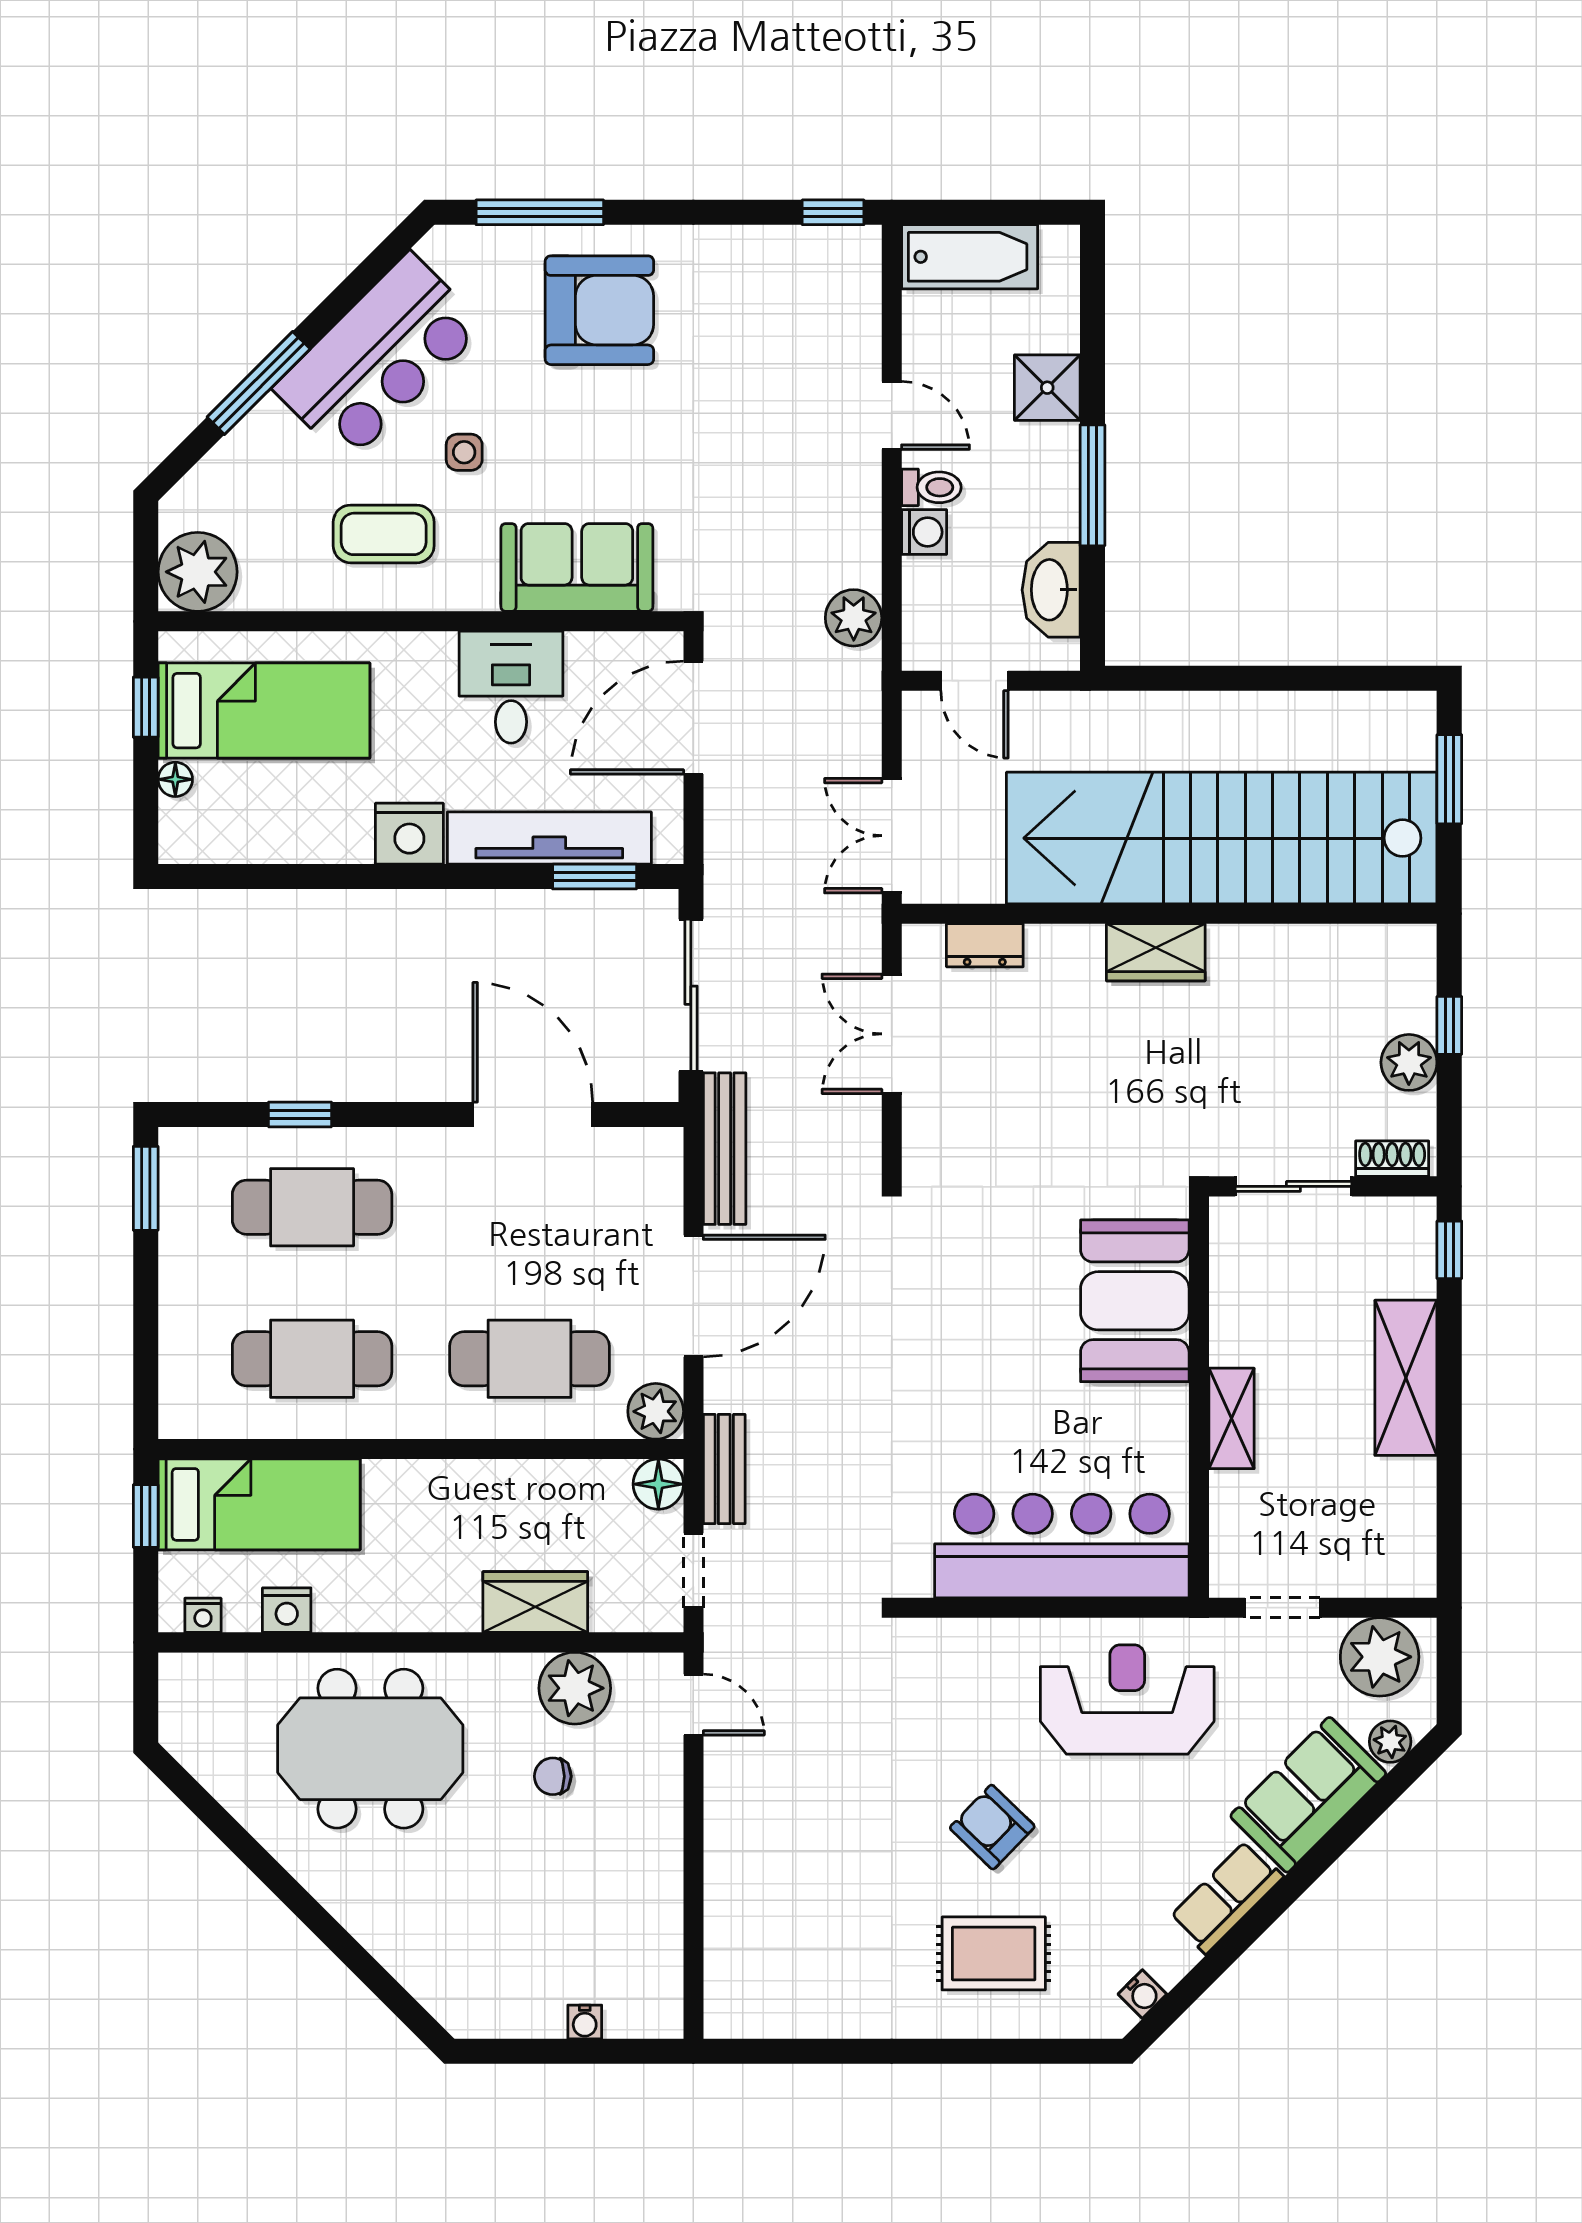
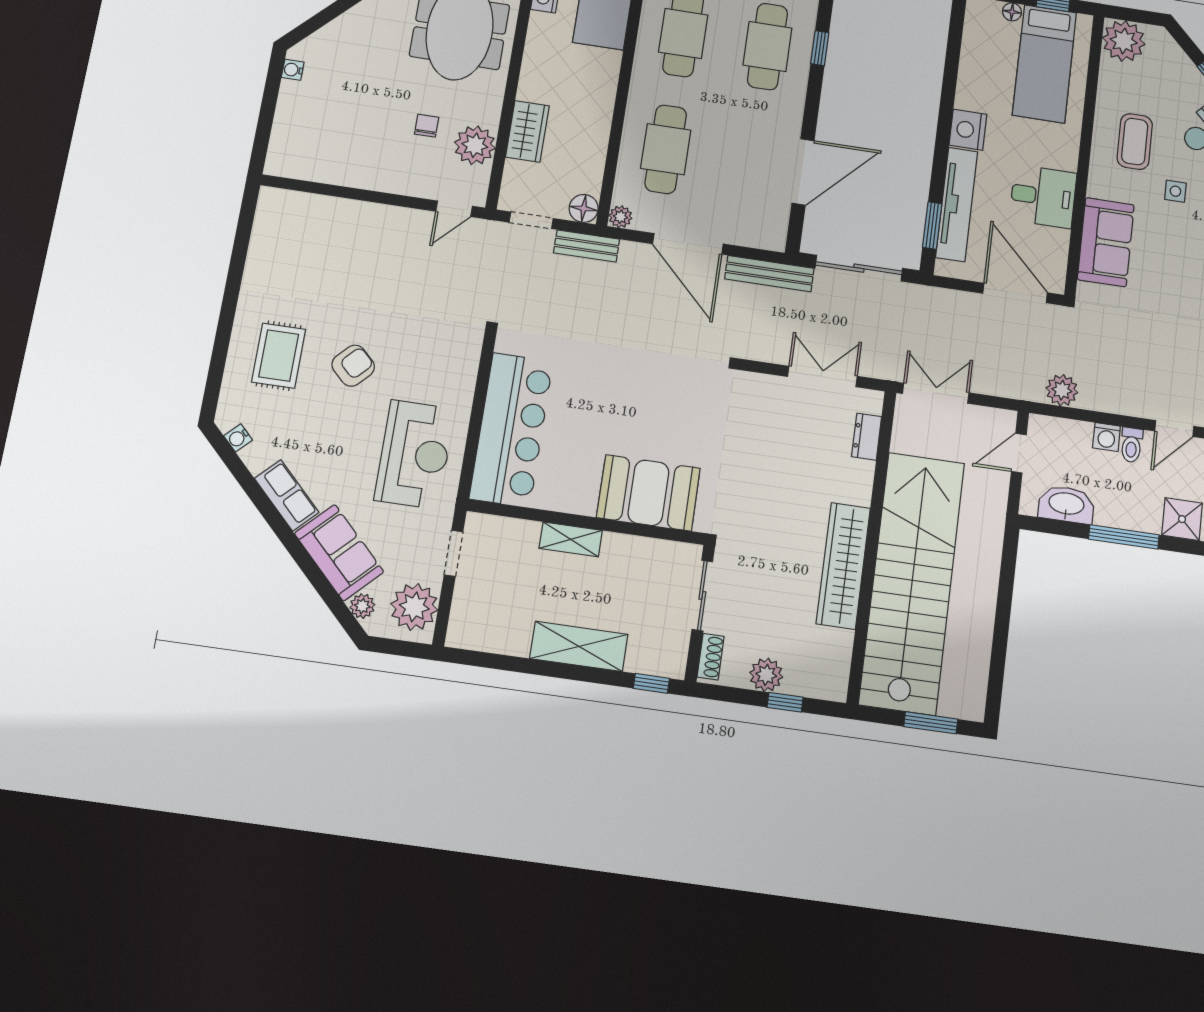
wardrobe: (1156, 952) -> (843, 566), width x2.10, depth x1.17
plant: (656, 1411) -> (620, 217), width x0.73, depth x0.73
water cooler: (585, 2022) -> (293, 70), moved

